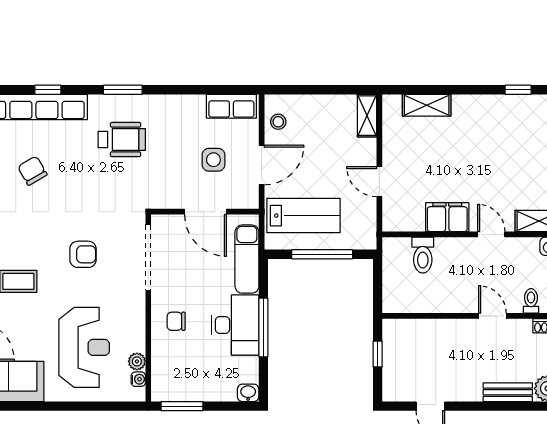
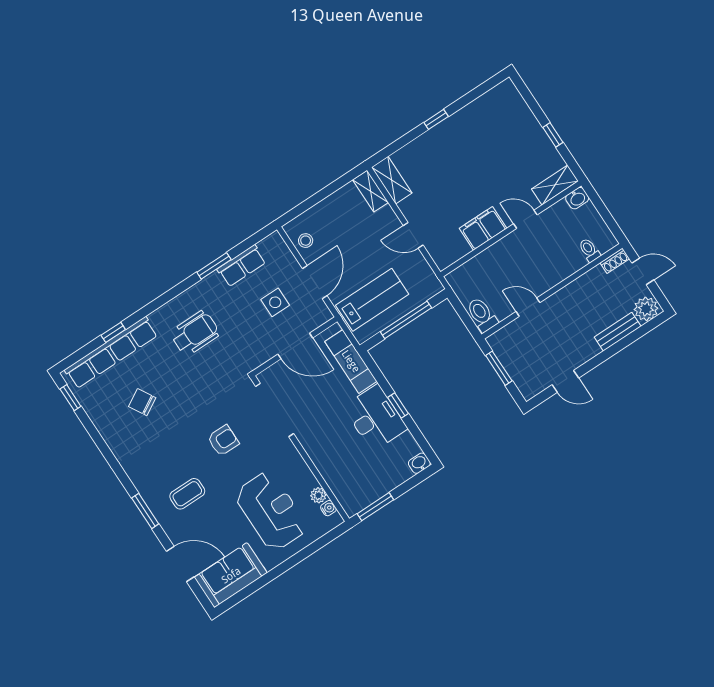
window: (123, 90) -> (214, 266), moved
window: (518, 90) -> (436, 119), moved
shelving: (427, 105) -> (392, 180), moved, turned 90
row of seats: (231, 106) -> (242, 266), moved
toilet: (423, 255) -> (482, 315), moved, turned 180
door: (492, 316) -> (528, 307), moved
chair: (176, 321) -> (328, 445), removed
window: (263, 328) -> (398, 405), width x0.46
window: (378, 354) -> (499, 368), width x1.50

